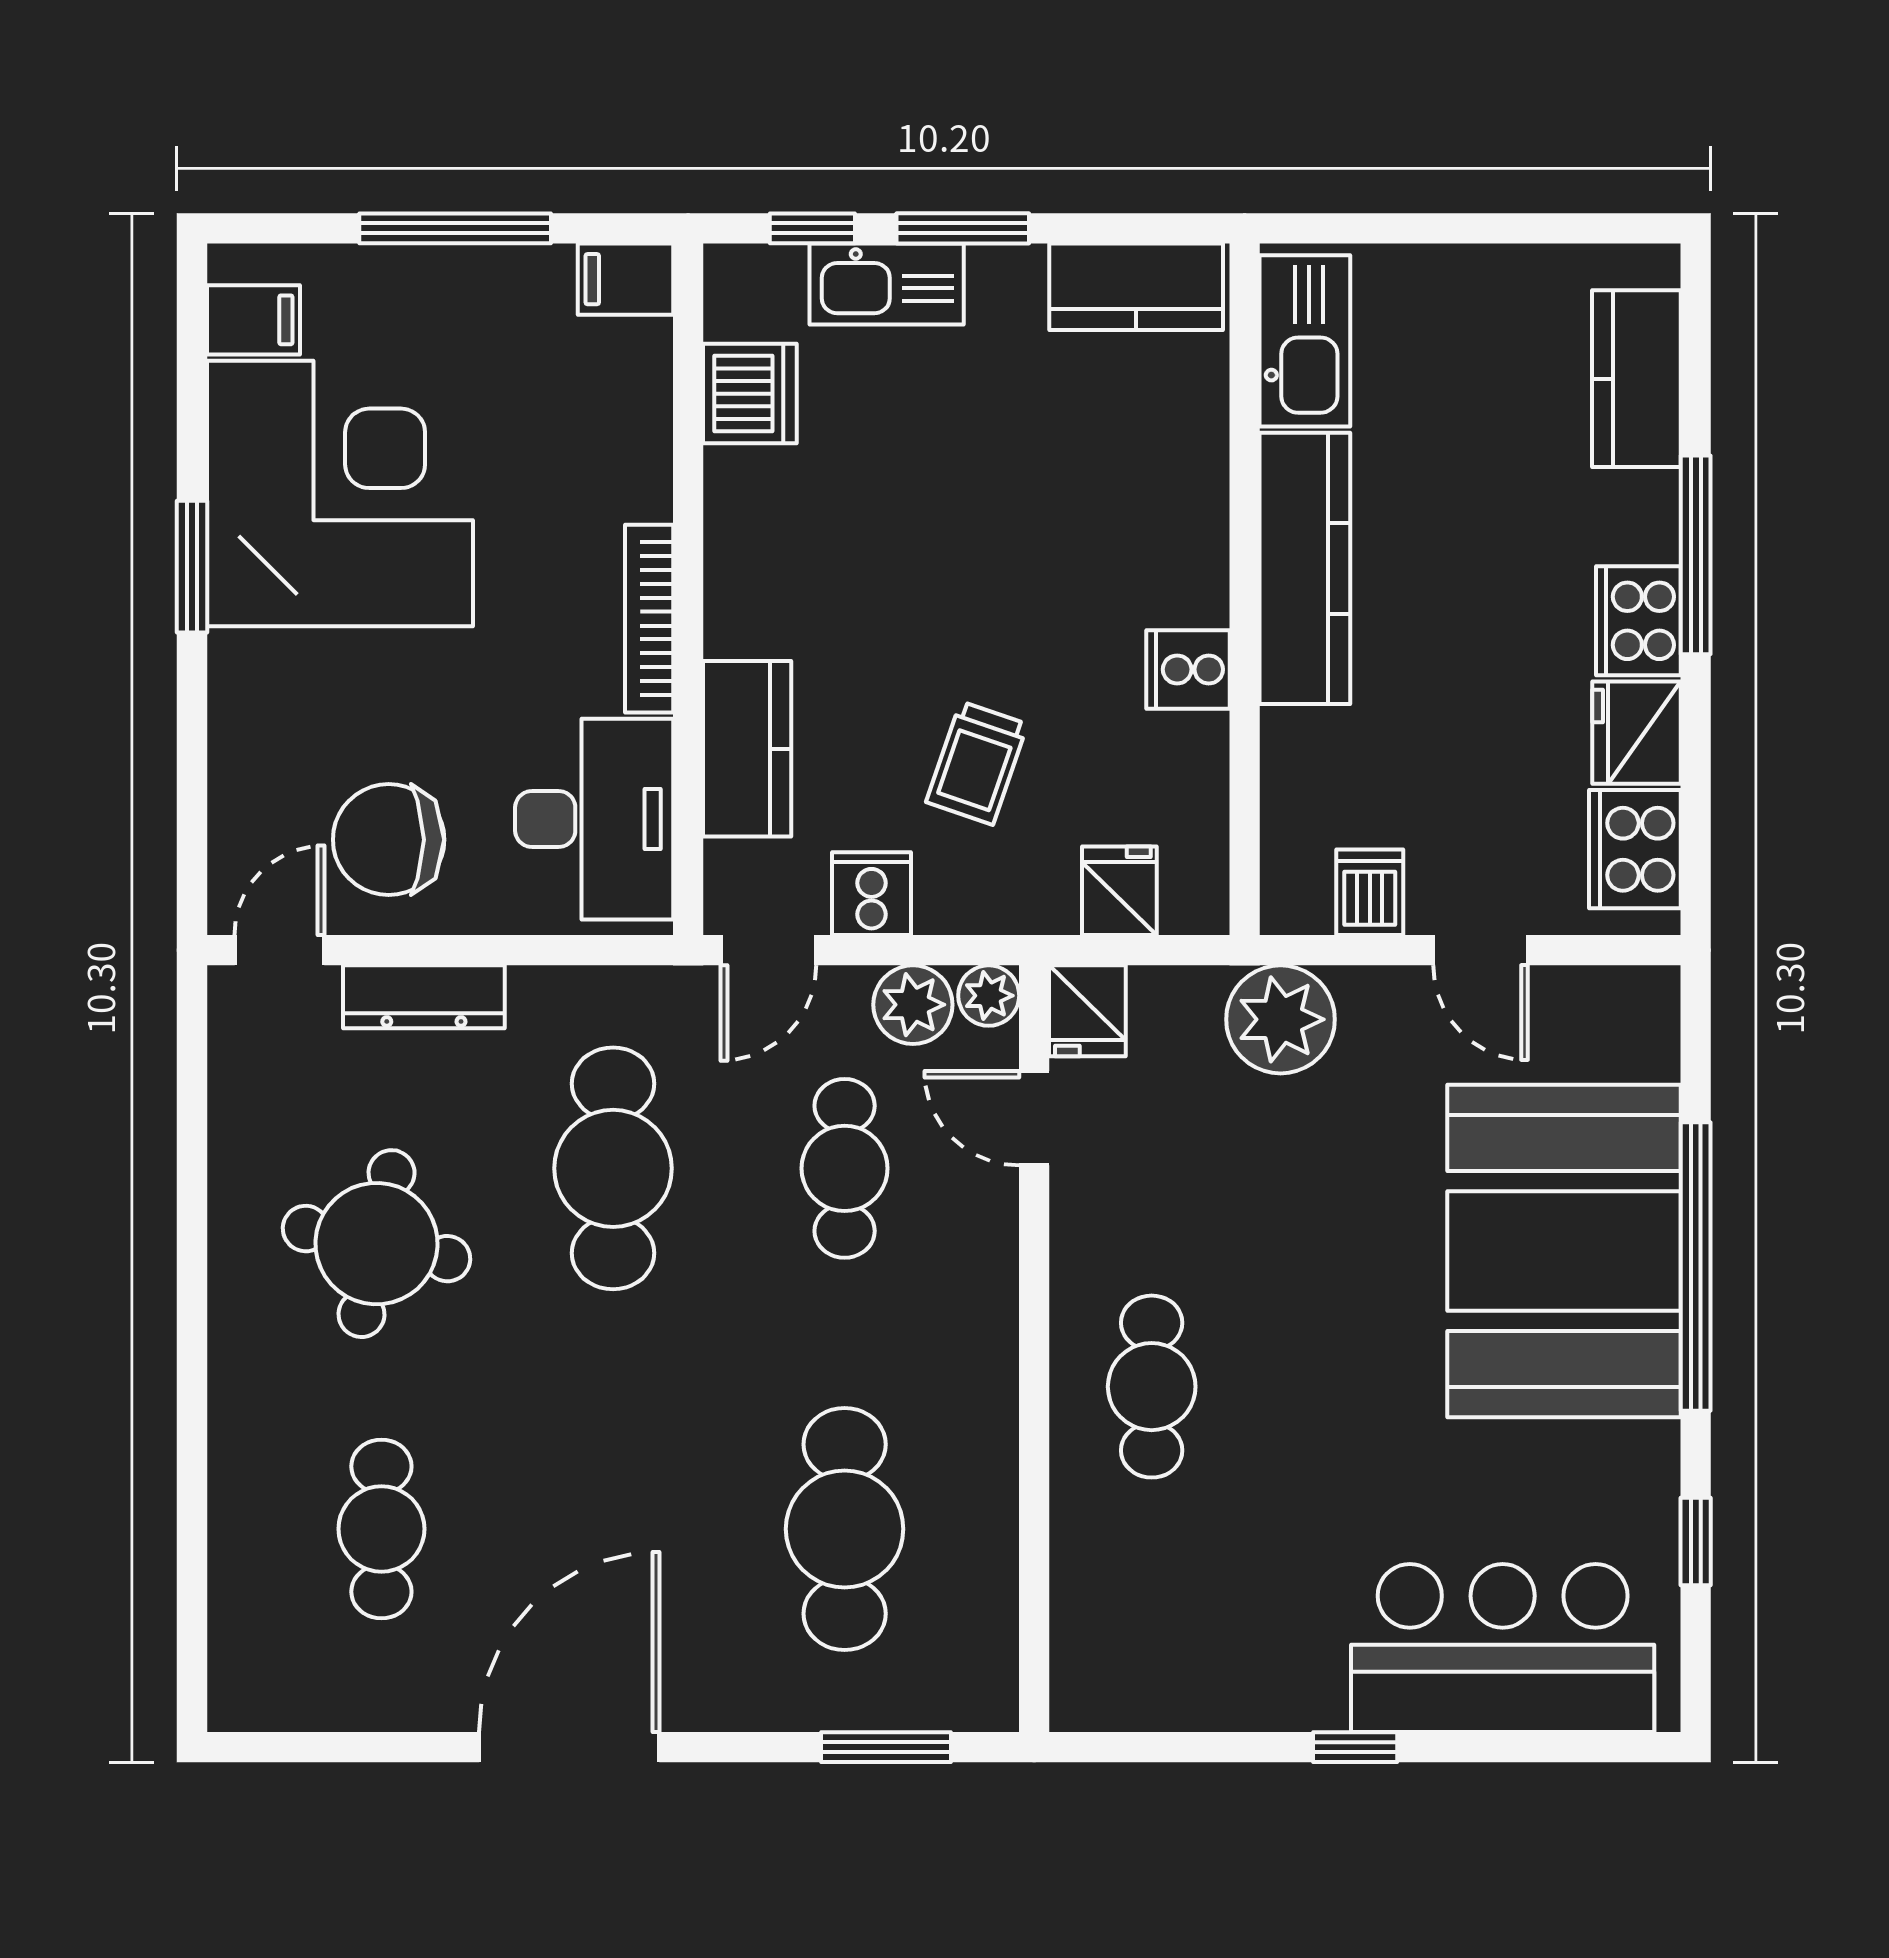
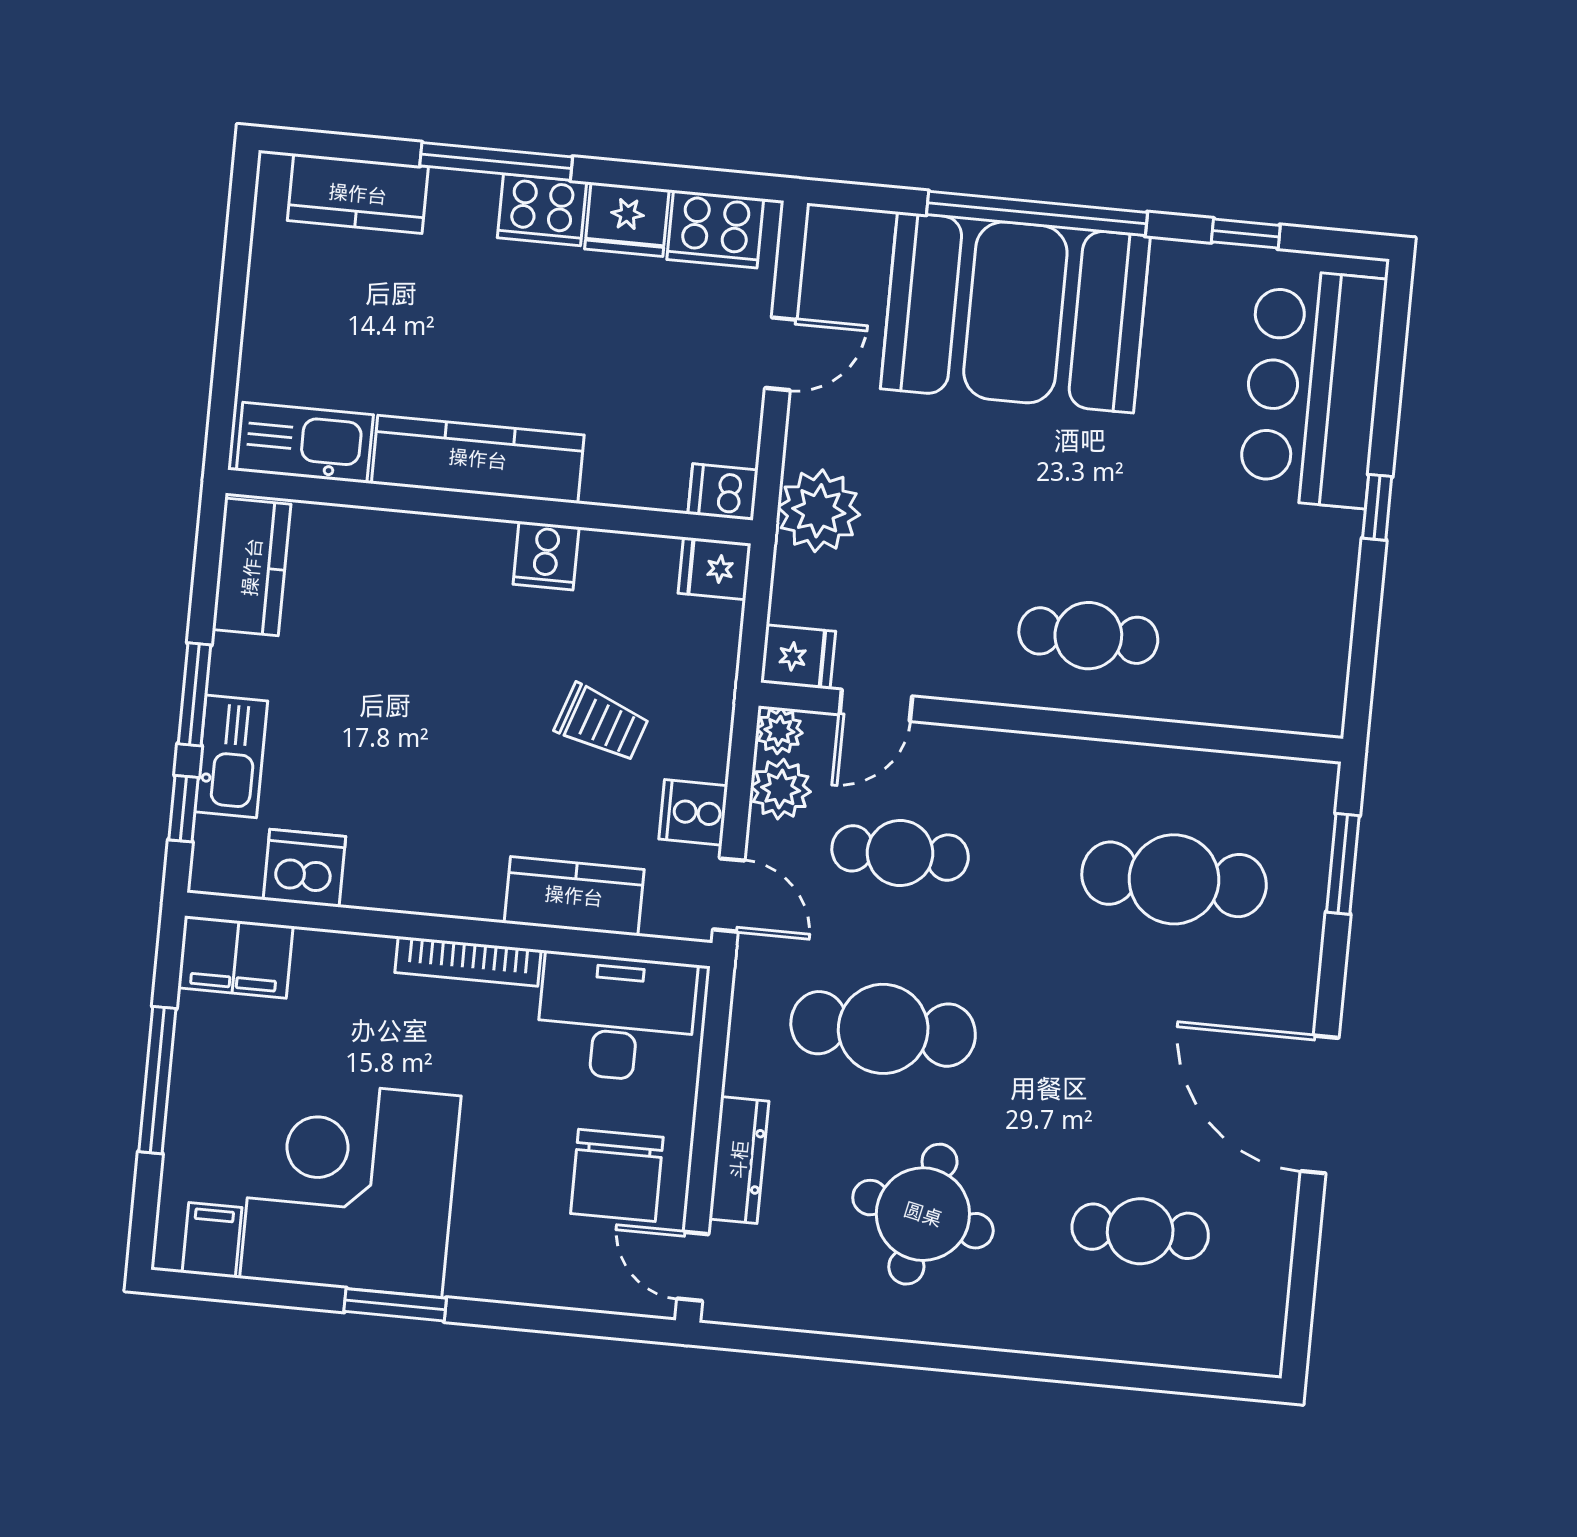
filing cabinet: (626, 279) -> (235, 957), width x2.00
fridge: (1119, 891) -> (715, 568), moved
dishwasher: (1370, 892) -> (723, 492), moved

